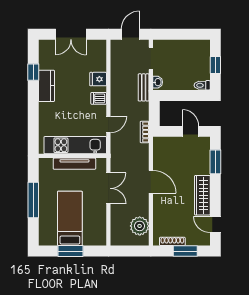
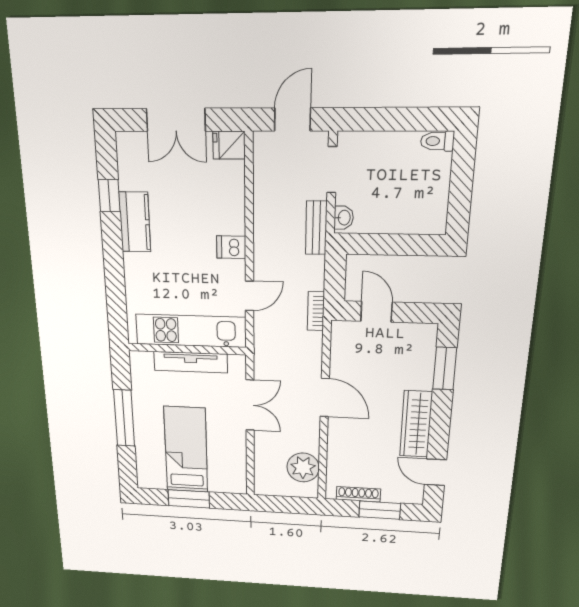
window: (215, 65) -> (461, 184), removed
fridge: (98, 79) -> (229, 145), moved
toilet: (202, 85) -> (437, 141), moved
door: (191, 131) -> (376, 312), moved

